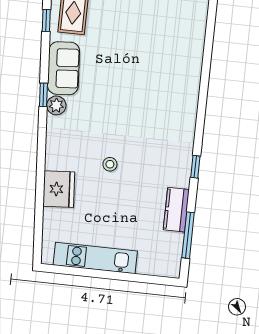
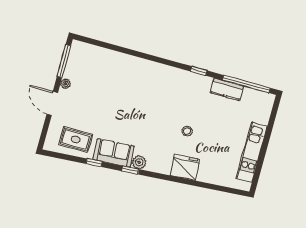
window: (46, 20) -> (94, 163), moved
fridge: (59, 189) -> (185, 167), moved
window: (188, 235) -> (246, 84), width x1.46

